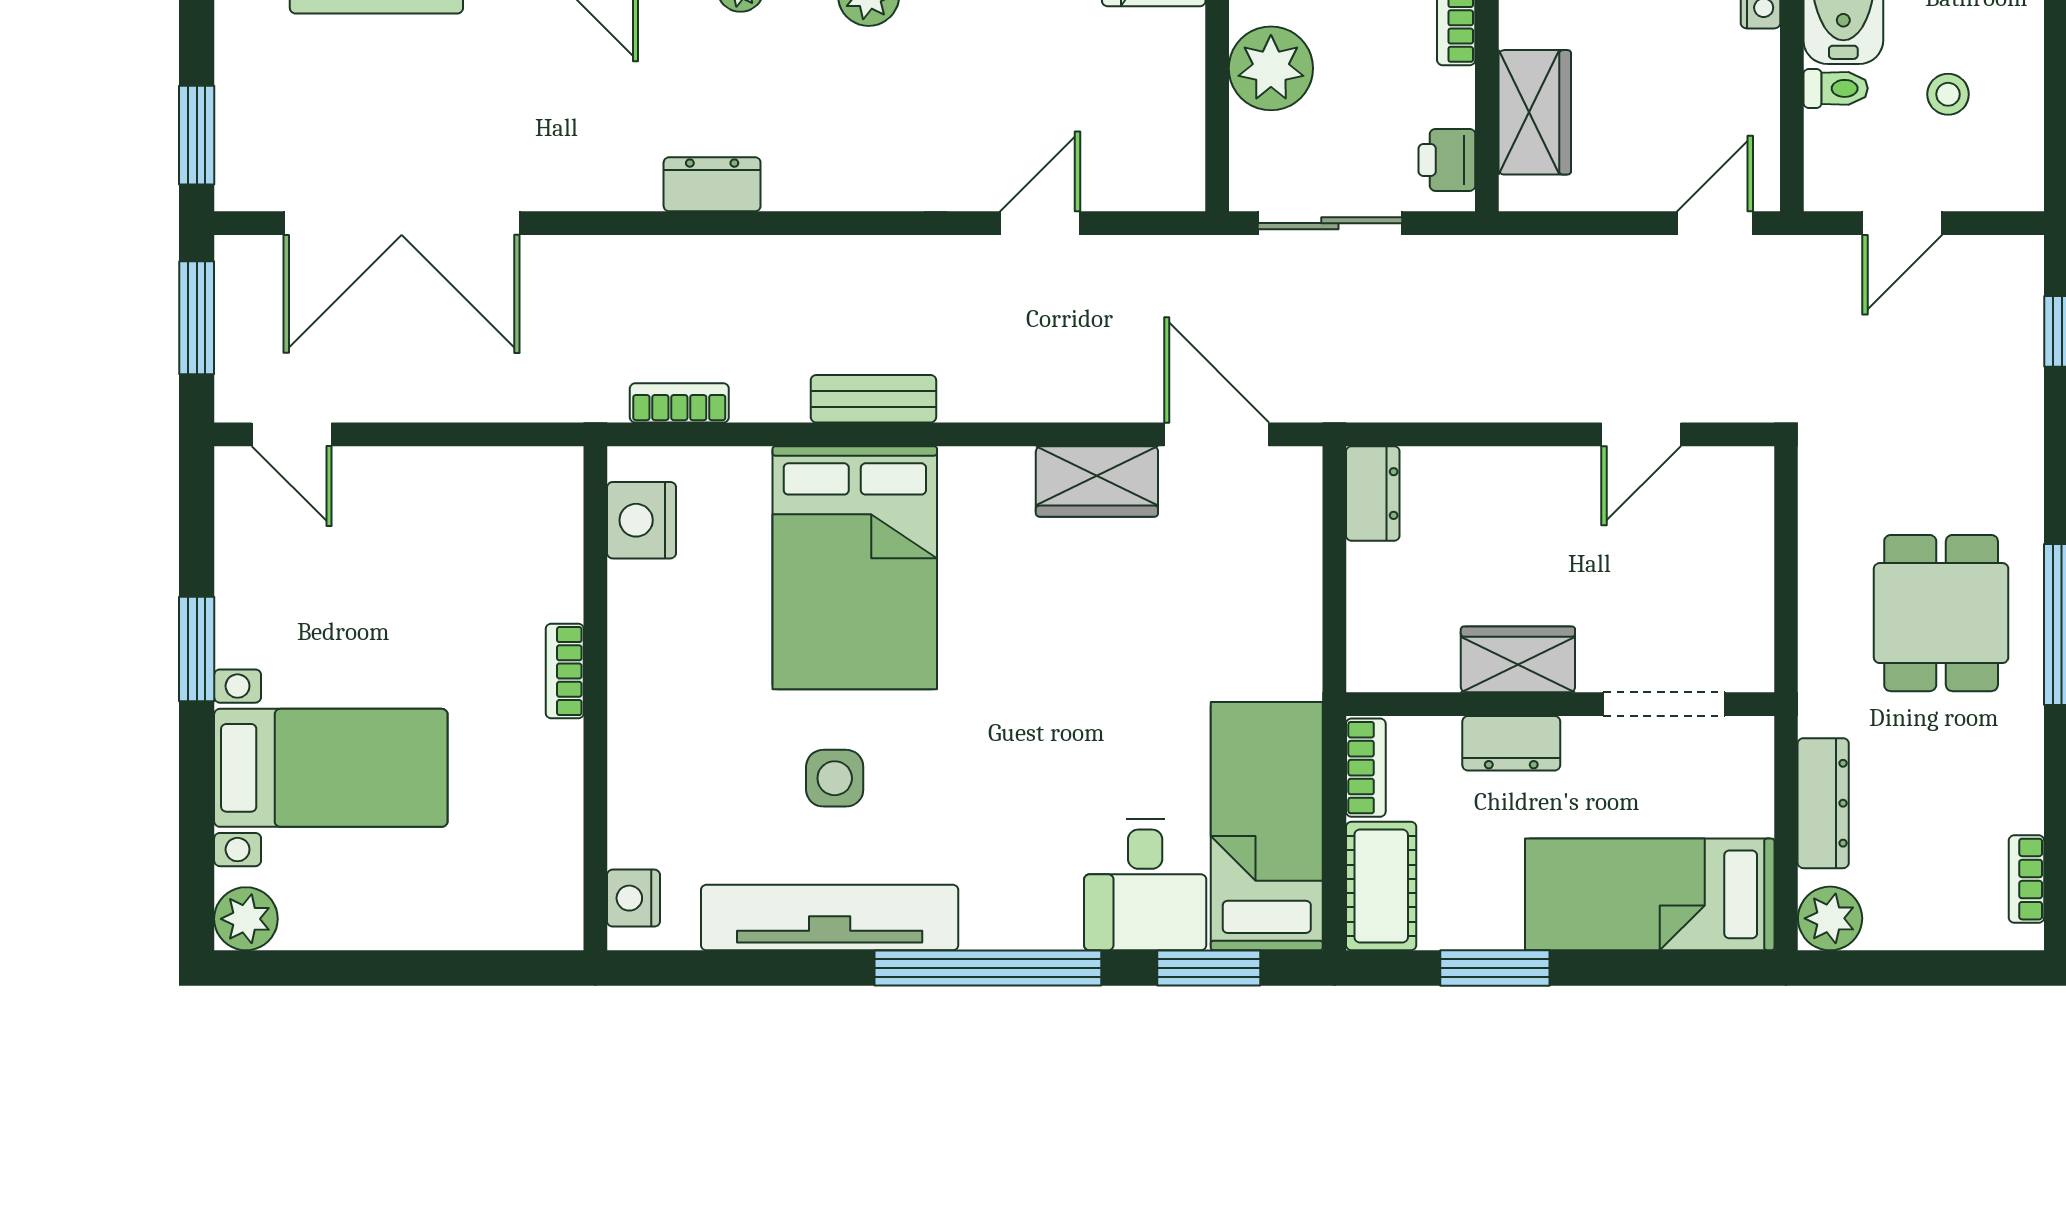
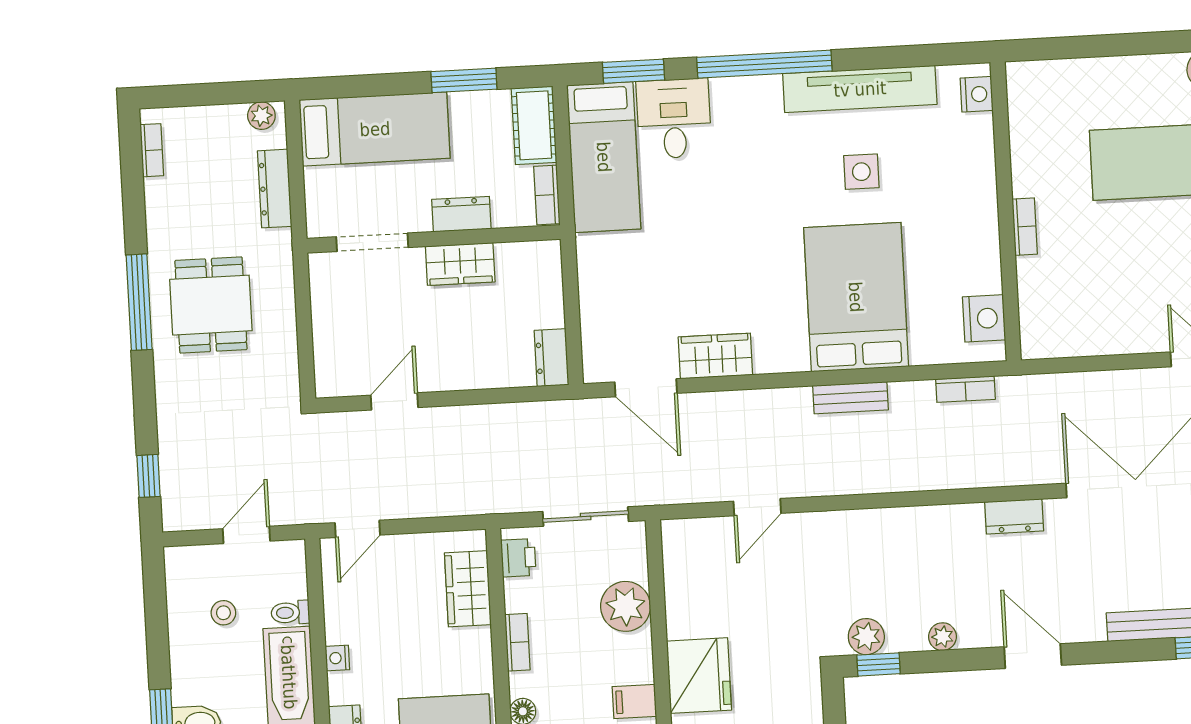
dresser: (712, 184) -> (1014, 516), moved
plant: (1830, 918) -> (261, 116), width x0.73, depth x0.73

